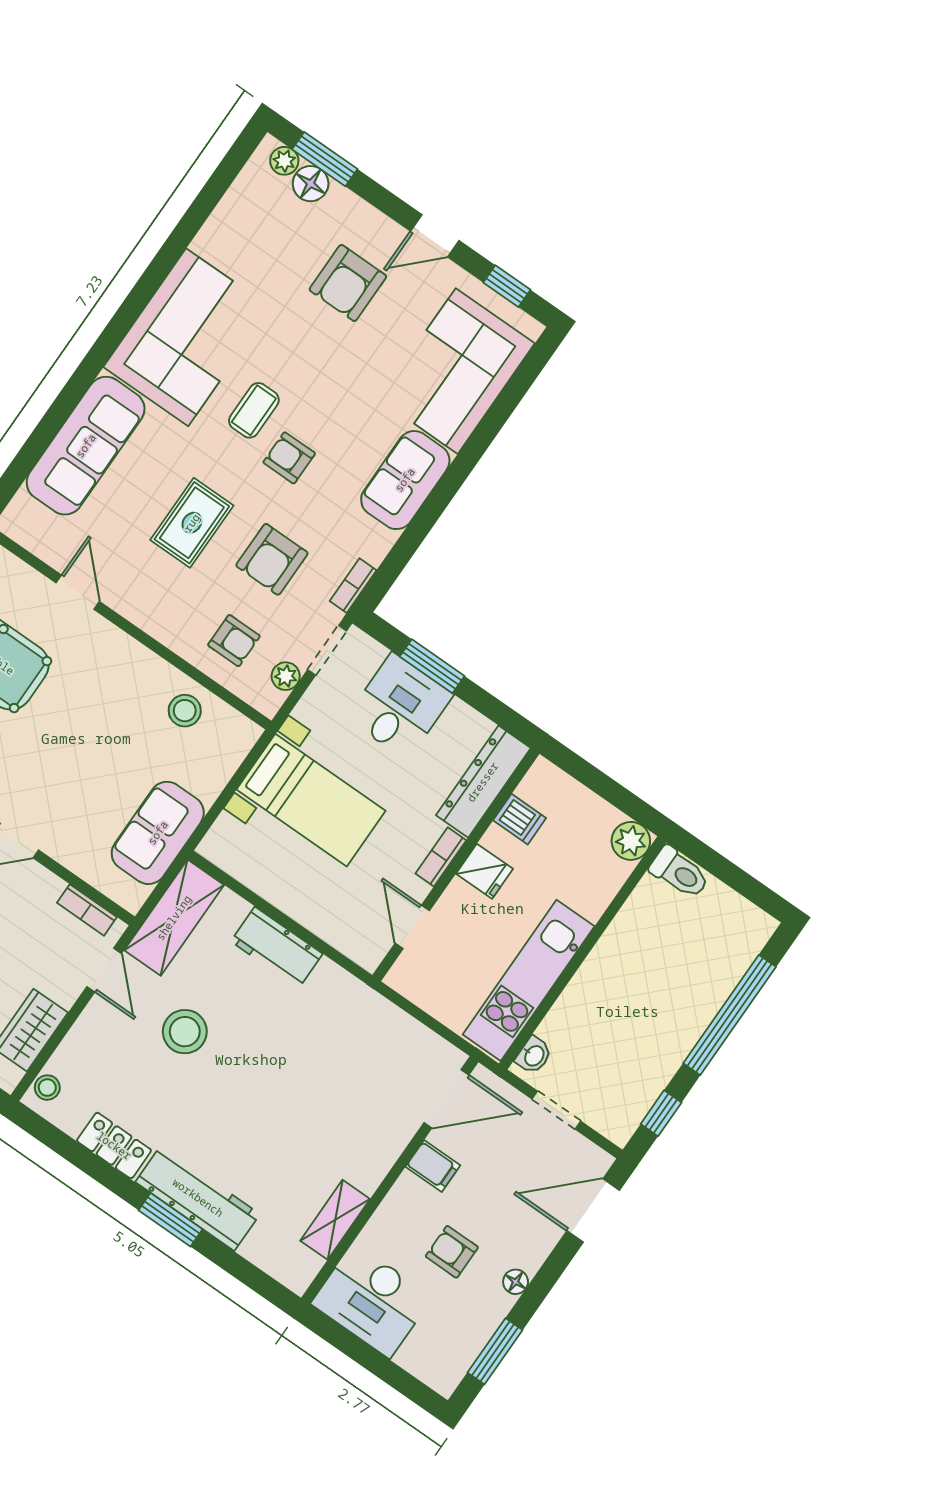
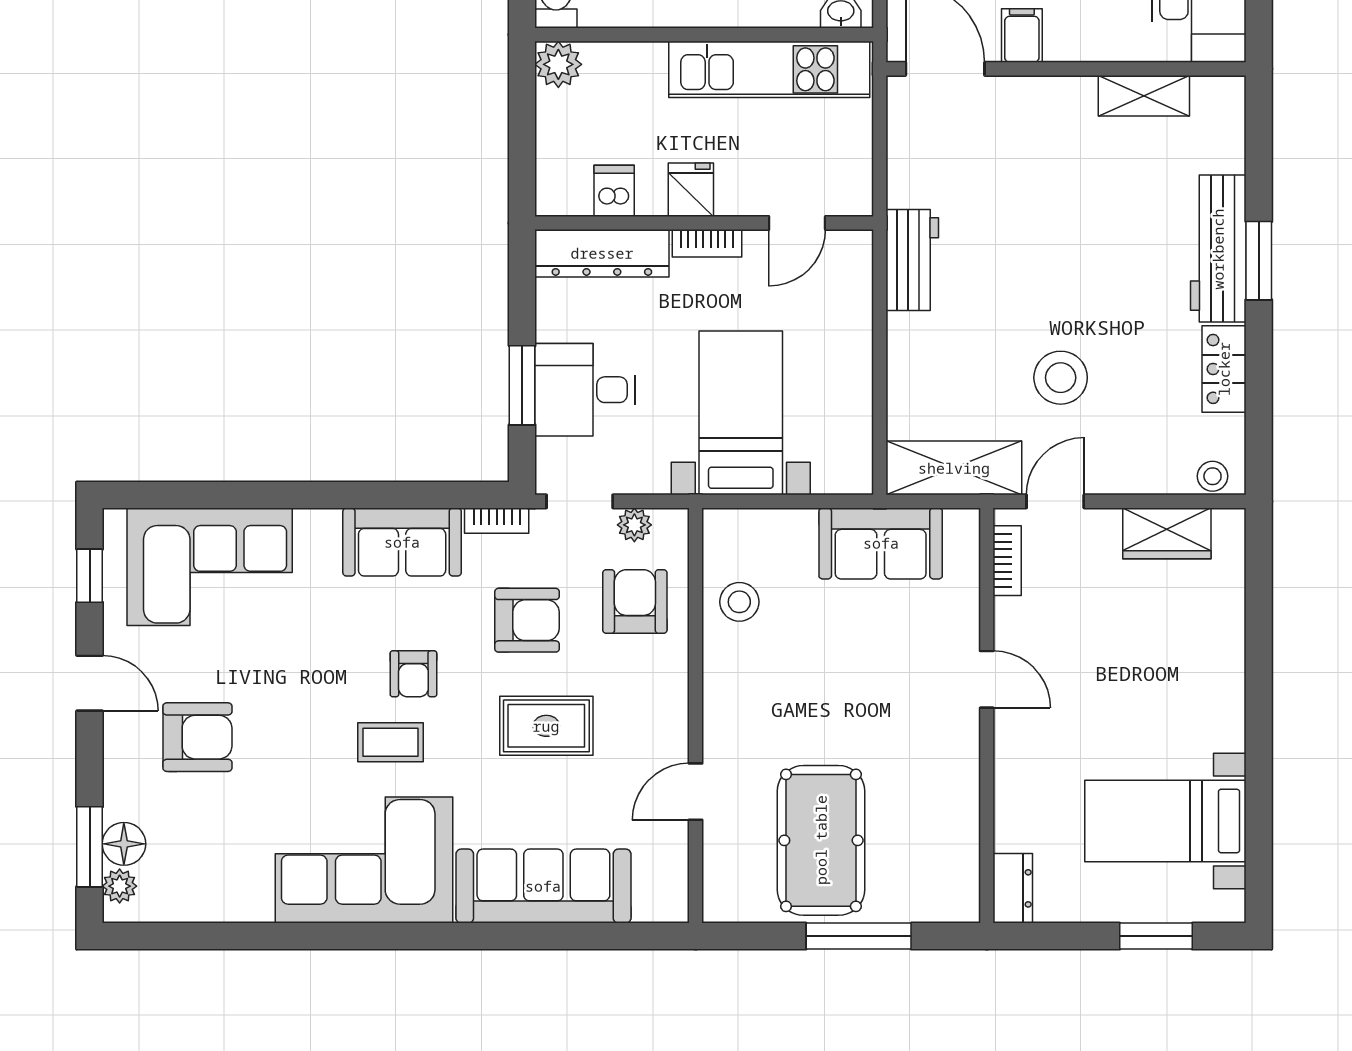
sofa: (405, 480) -> (402, 542), moved
armchair: (234, 641) -> (635, 602), width x1.38, depth x1.38
workbench: (277, 948) -> (912, 260), moved

